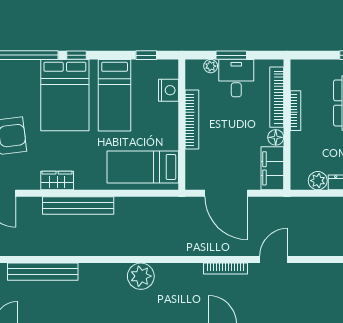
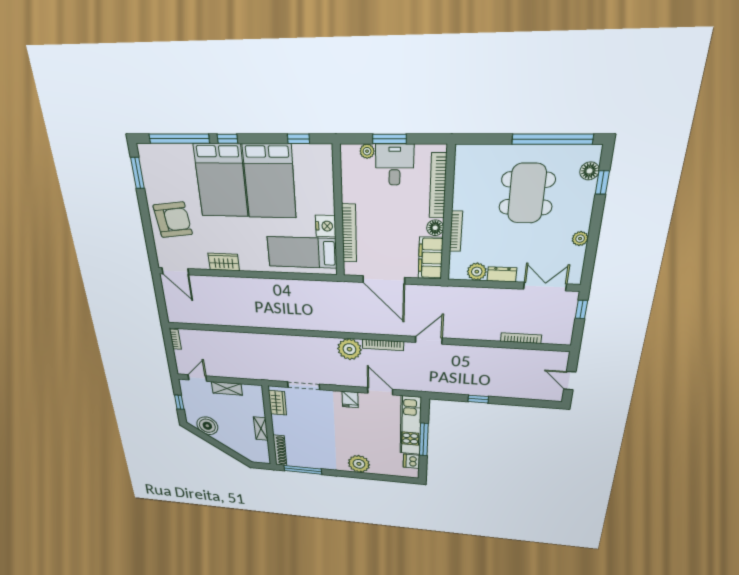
nightstand: (168, 90) -> (326, 226), moved
bed: (115, 95) -> (269, 181), width x1.50
bookcase: (296, 111) -> (456, 231), moved
bookcase: (192, 120) -> (349, 233), moved
bench: (78, 206) -> (245, 285), removed
bench: (43, 272) -> (221, 338), removed
plant: (141, 276) -> (349, 349), moved

